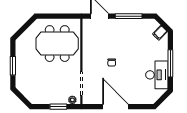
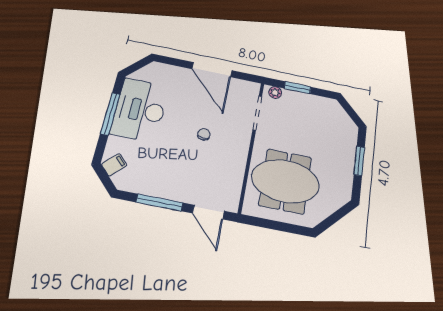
desk: (157, 75) -> (140, 110), width x1.36, depth x1.30

